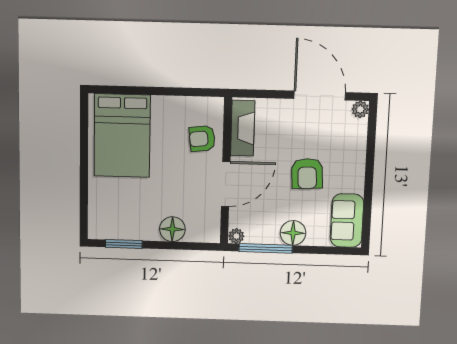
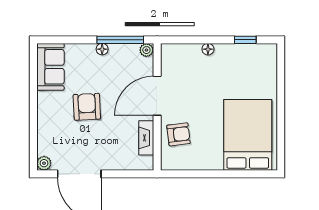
fireplace: (243, 128) -> (146, 138), width x0.73, depth x0.76
floor lamp: (172, 229) -> (208, 49), width x0.53, depth x0.53
floor lamp: (293, 233) -> (102, 49), width x0.53, depth x0.53
window: (124, 244) -> (245, 40), width x0.67

